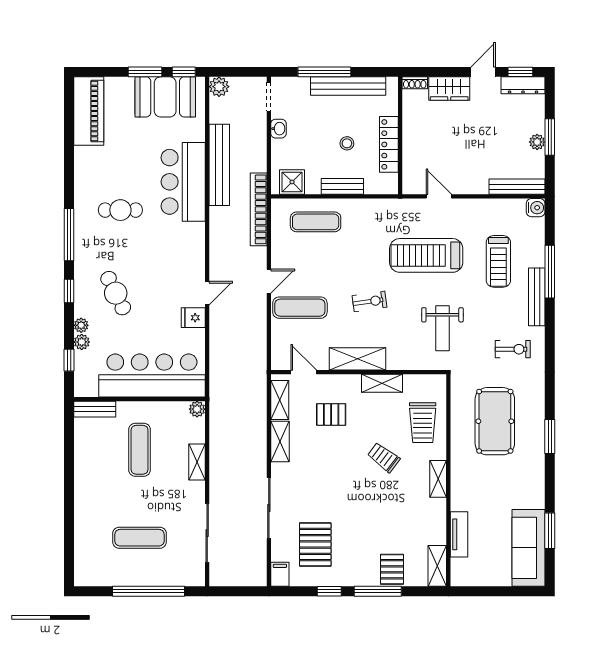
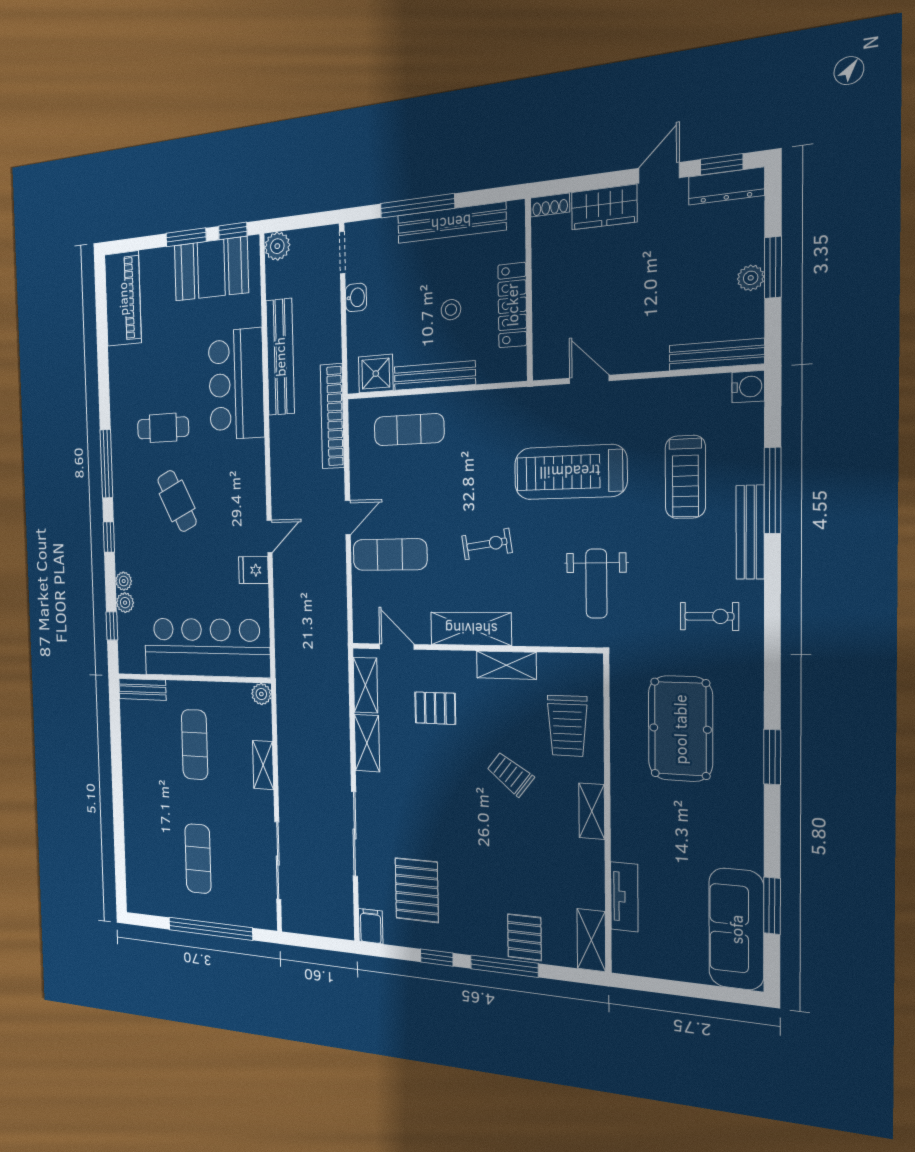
bench: (342, 186) -> (435, 376), width x1.36
cafe table: (116, 293) -> (177, 501), moved
exercise mat: (140, 538) -> (198, 859), turned 90

